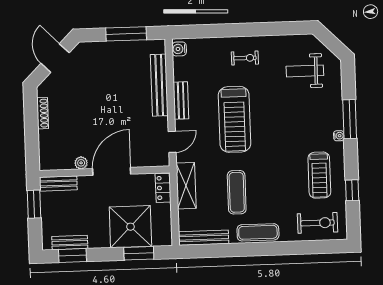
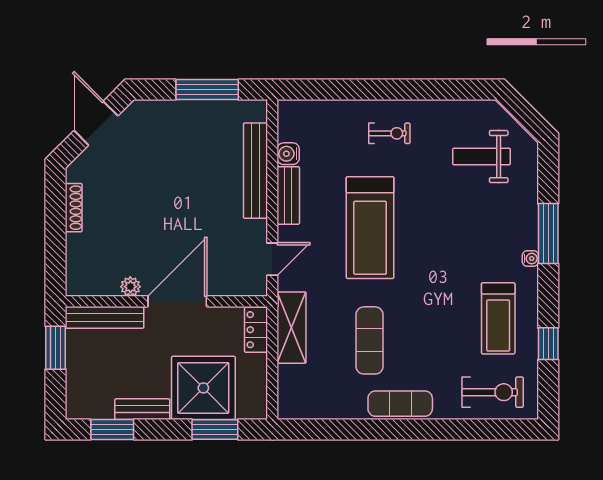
water cooler: (179, 49) -> (288, 154), moved
bench: (58, 184) -> (105, 317), width x1.36
bench: (204, 238) -> (316, 409), removed
bench: (70, 243) -> (142, 409), moved

